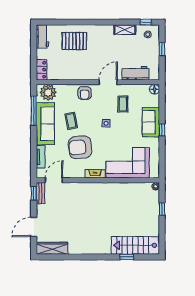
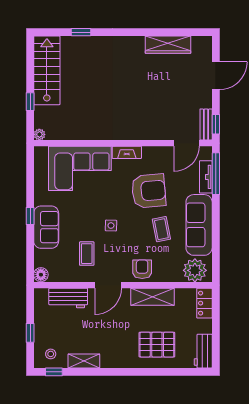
shelving: (77, 74) -> (152, 297), added
window: (34, 111) -> (216, 174), moved
stairs: (135, 245) -> (47, 70), moved, turned -90
wardrobe: (52, 248) -> (168, 45), moved

